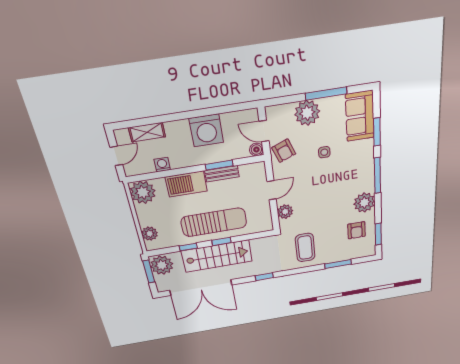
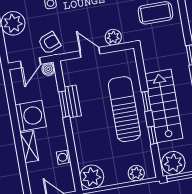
shelving: (147, 132) -> (29, 147), moved
barbecue: (186, 184) -> (83, 135), removed

